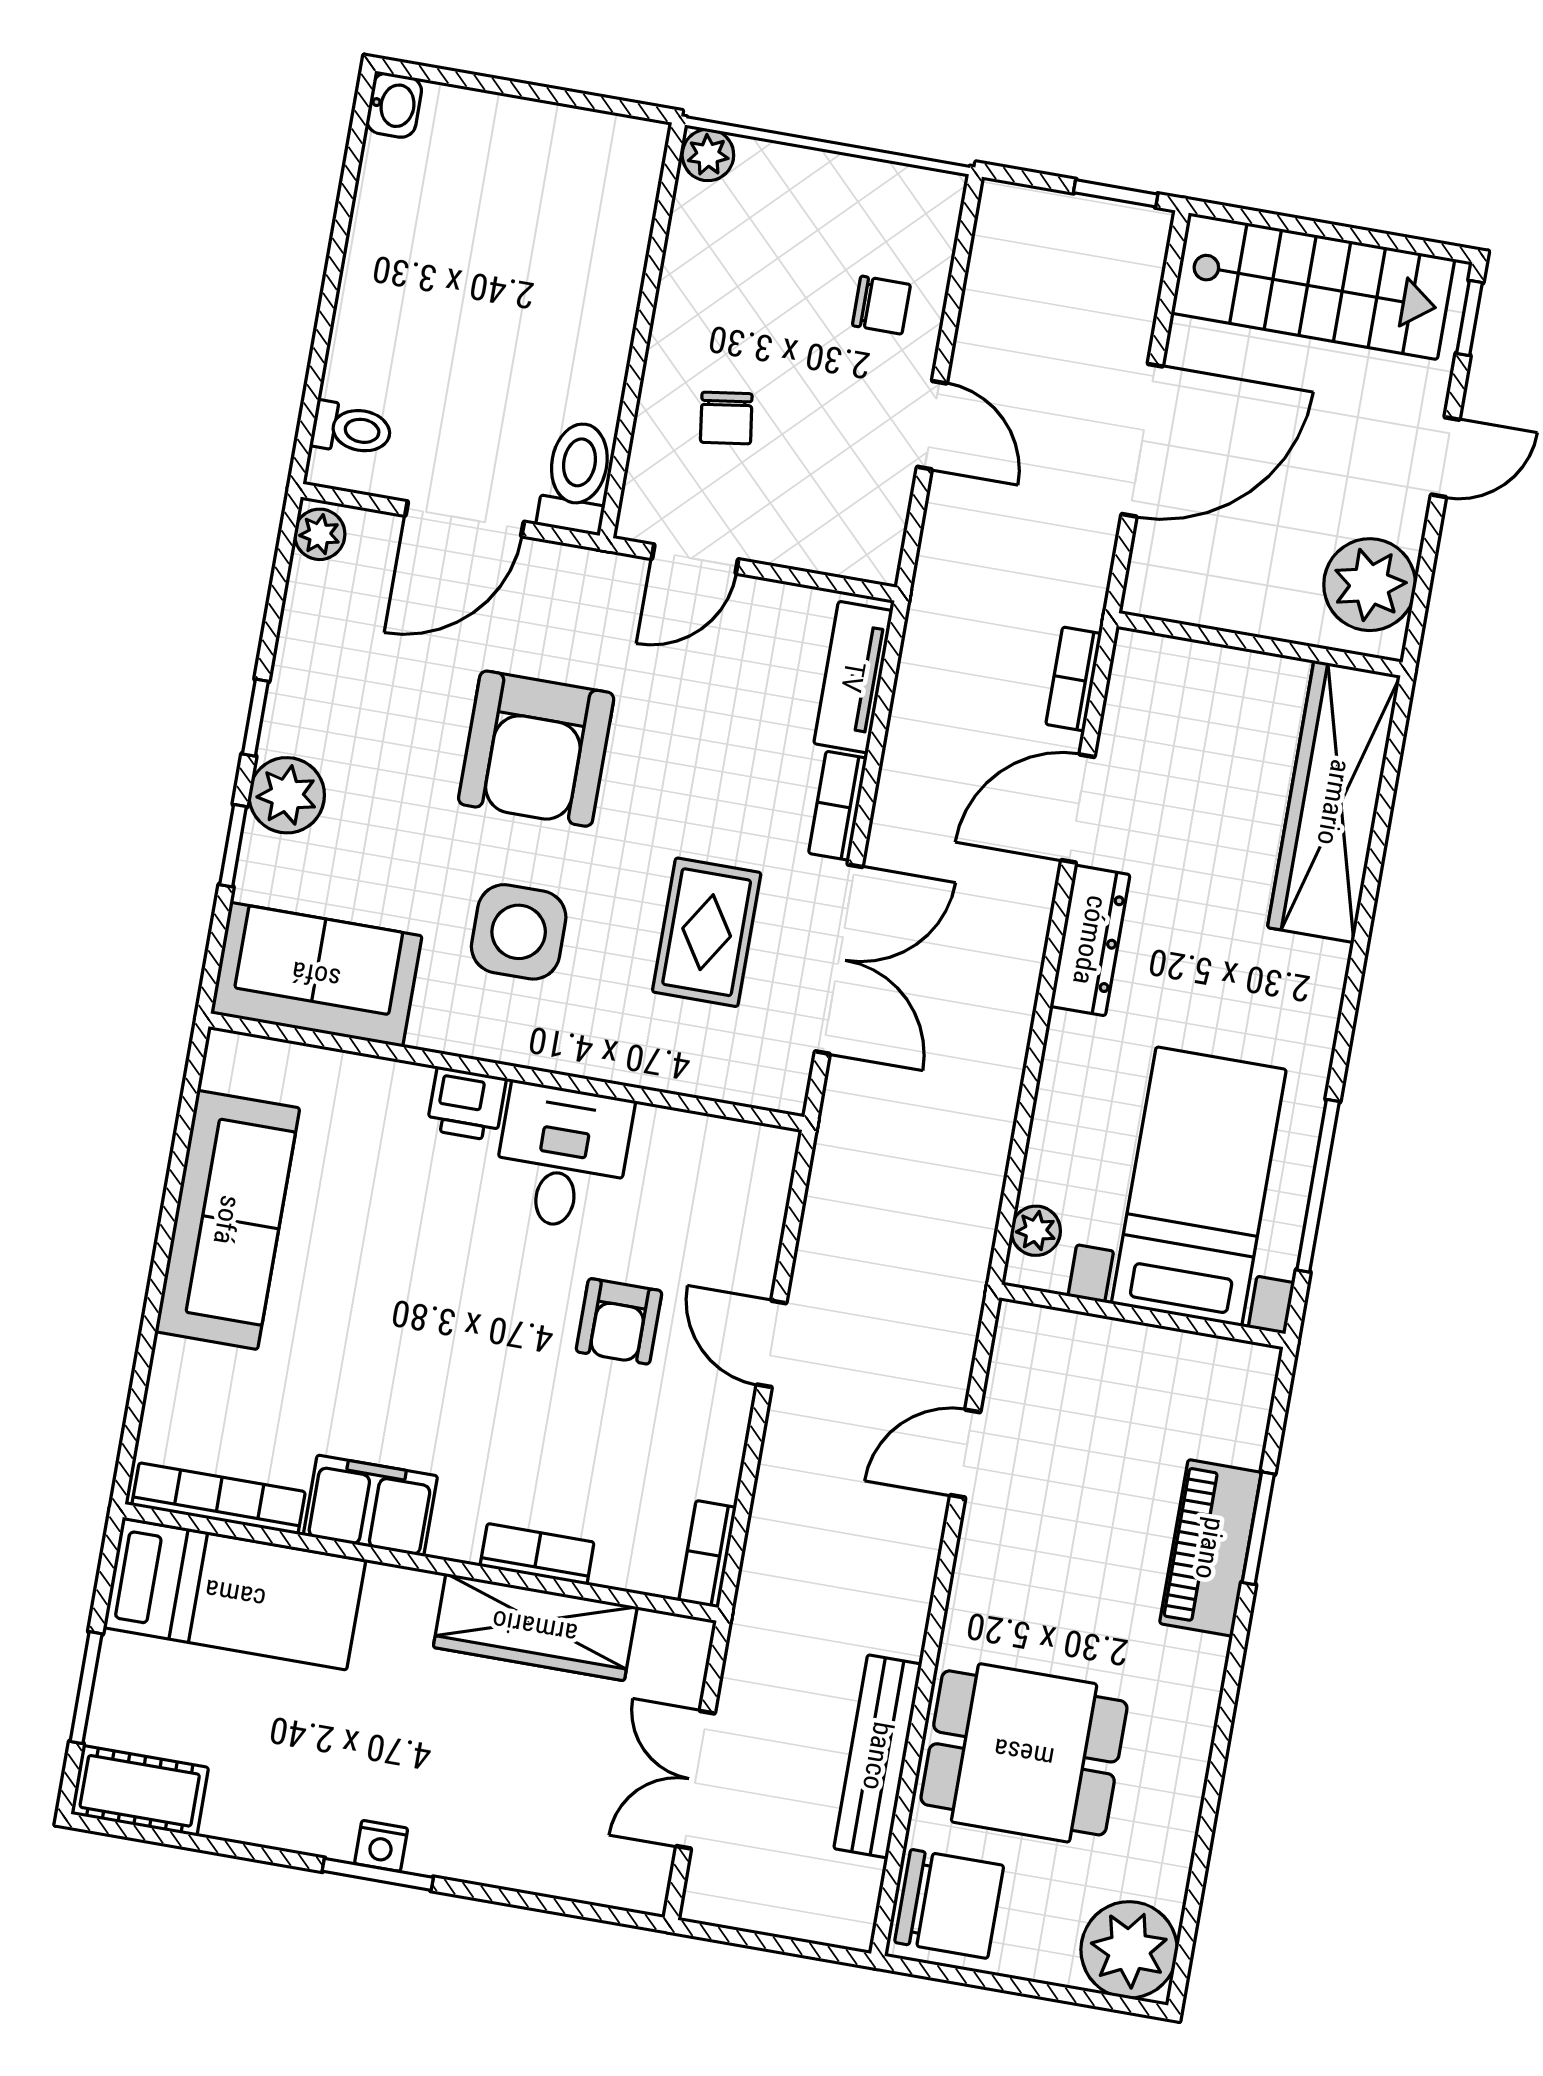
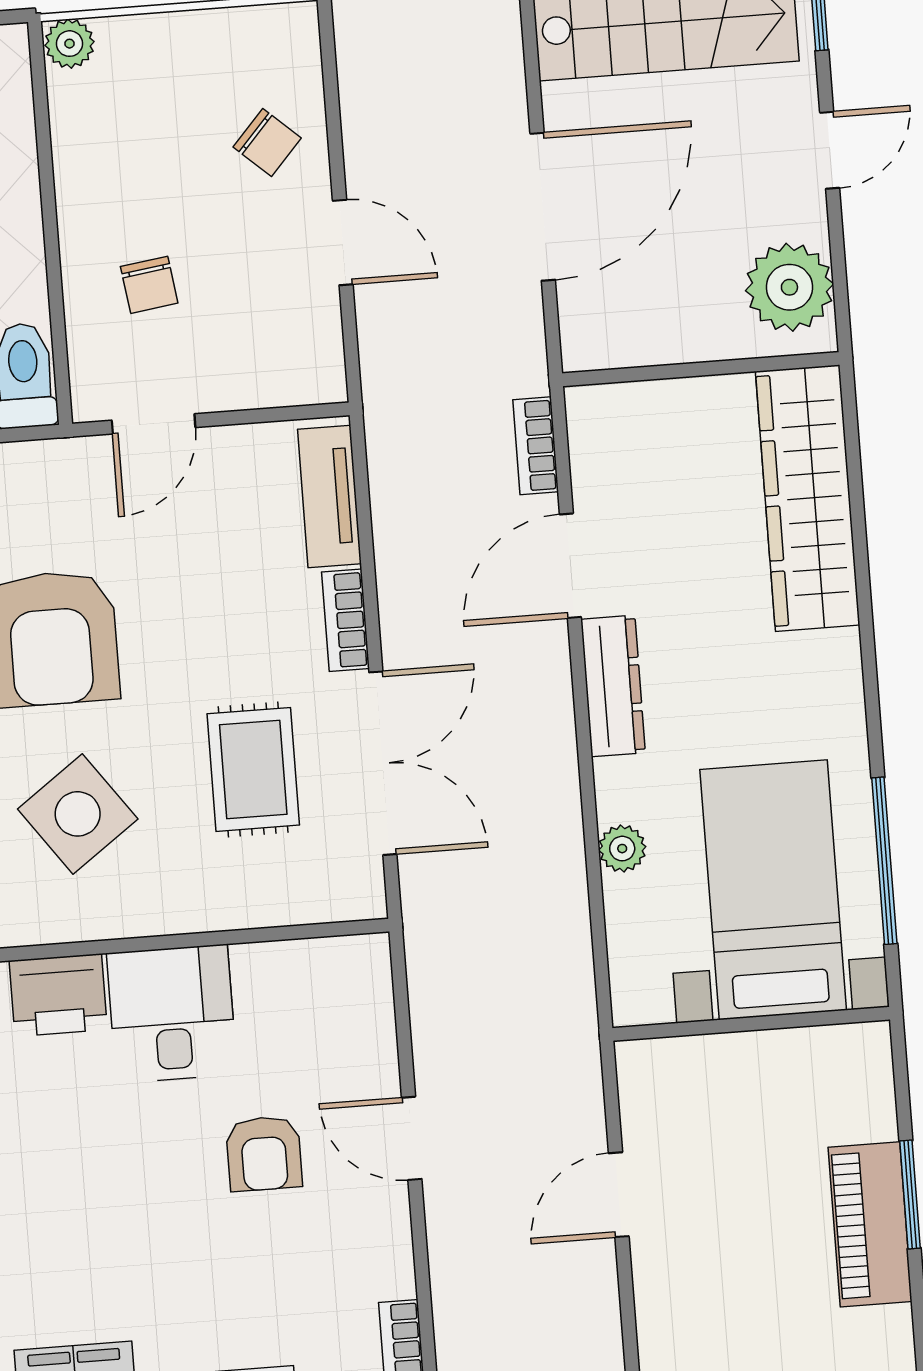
chair: (881, 305) -> (267, 142), turned 42
side table: (519, 932) -> (78, 814), turned -36
printer: (466, 1104) -> (58, 995), width x1.36, depth x1.24
plant: (1036, 1231) -> (622, 849), moved

